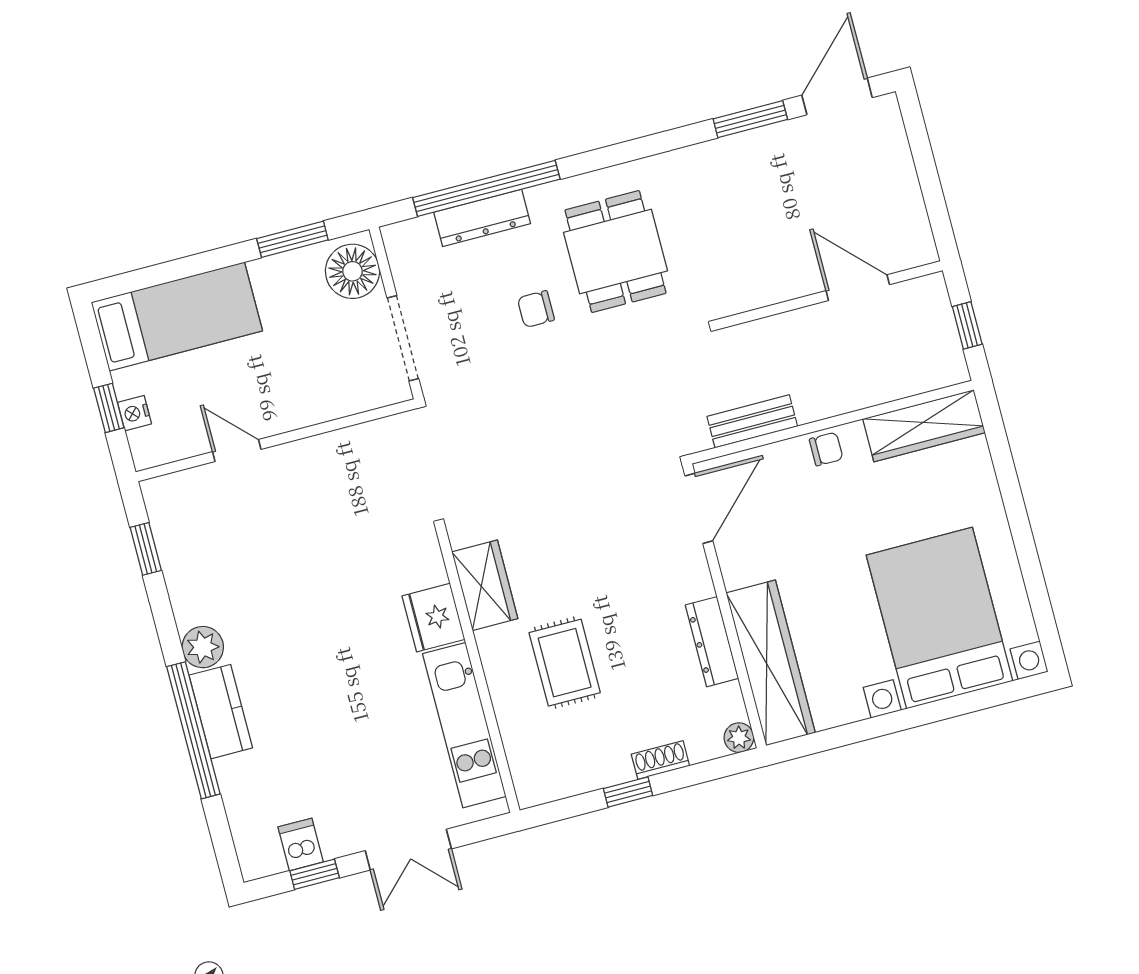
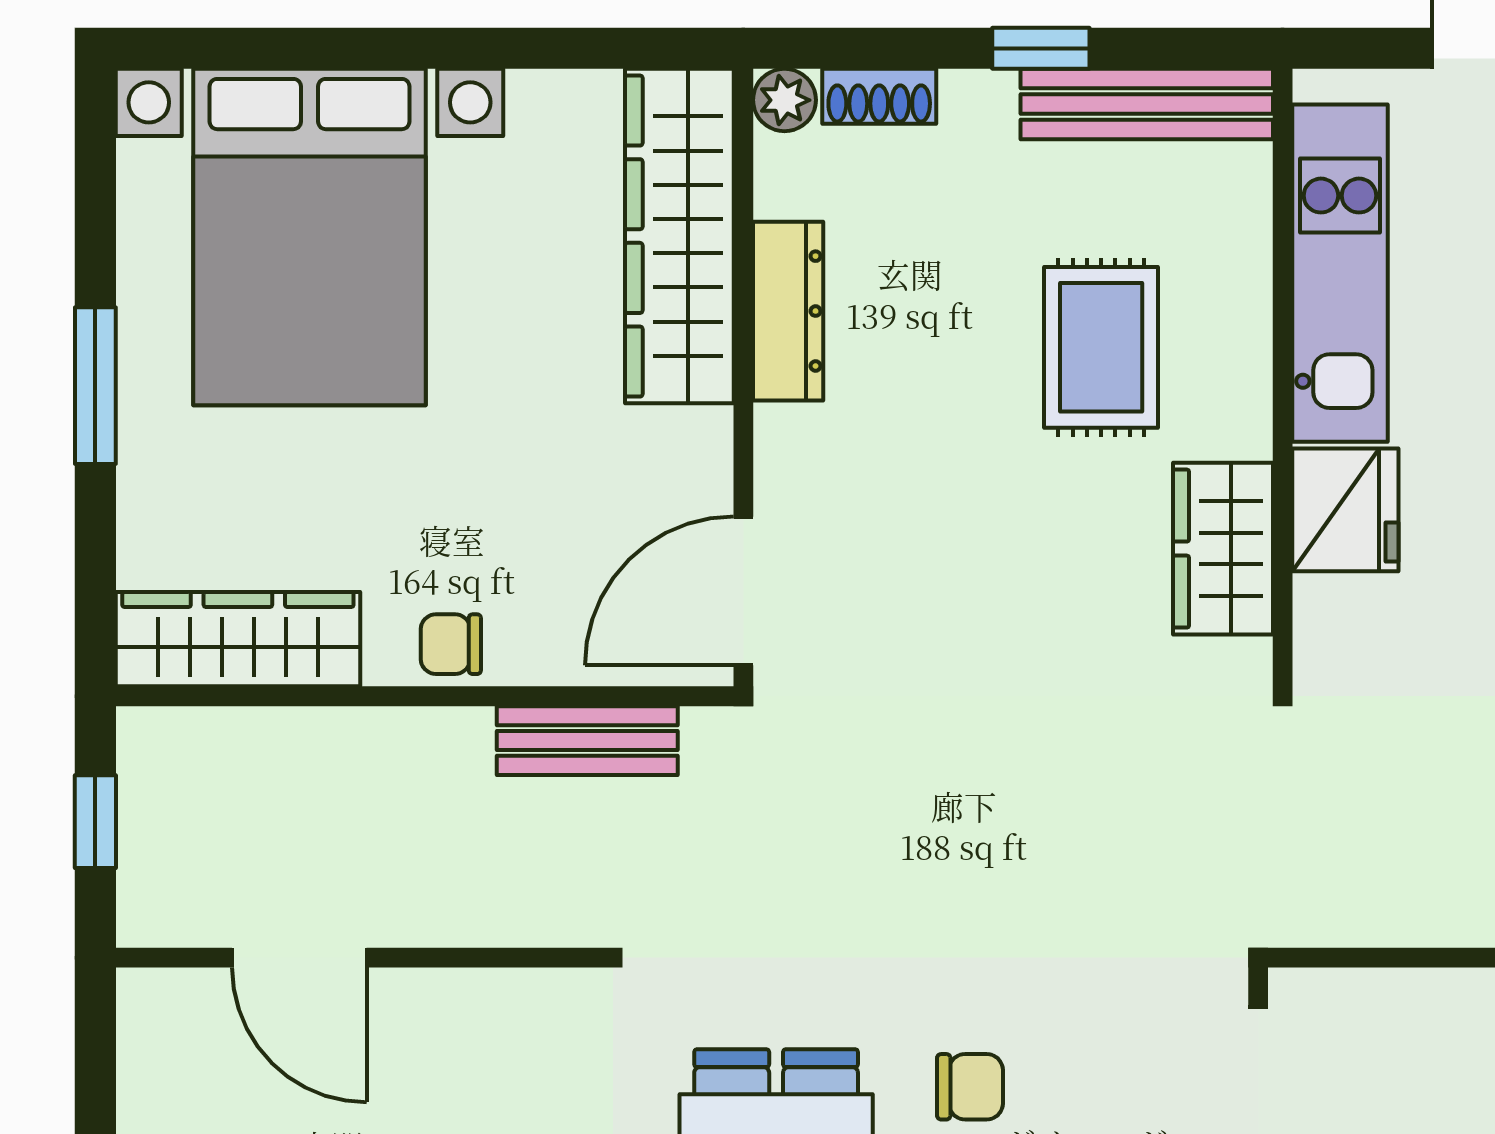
window: (1019, 525) -> (95, 386), added
shoe rack: (660, 760) -> (879, 96), moved
bench: (573, 779) -> (1147, 104), added

